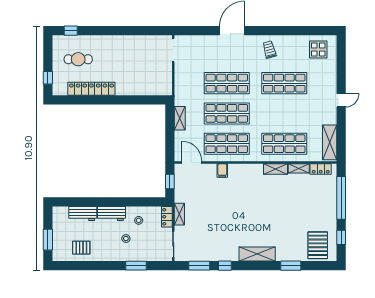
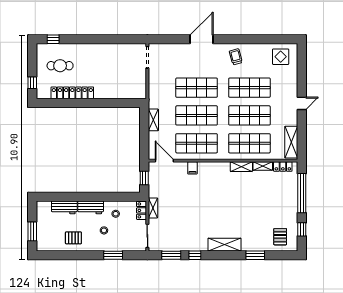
shop shelf: (284, 113) -> (249, 115), added
pallet: (318, 245) -> (280, 237), width x0.67, depth x0.71
pallet: (81, 248) -> (73, 238), moved

